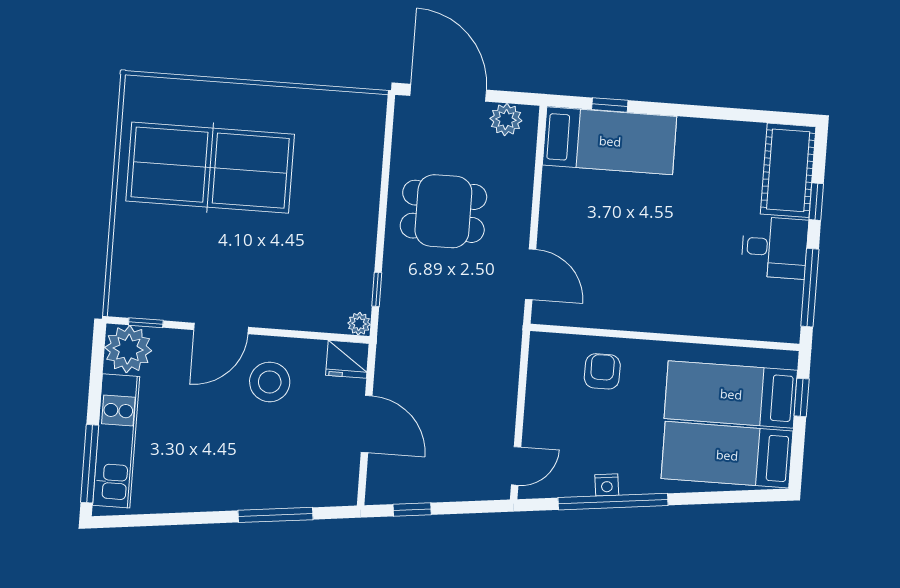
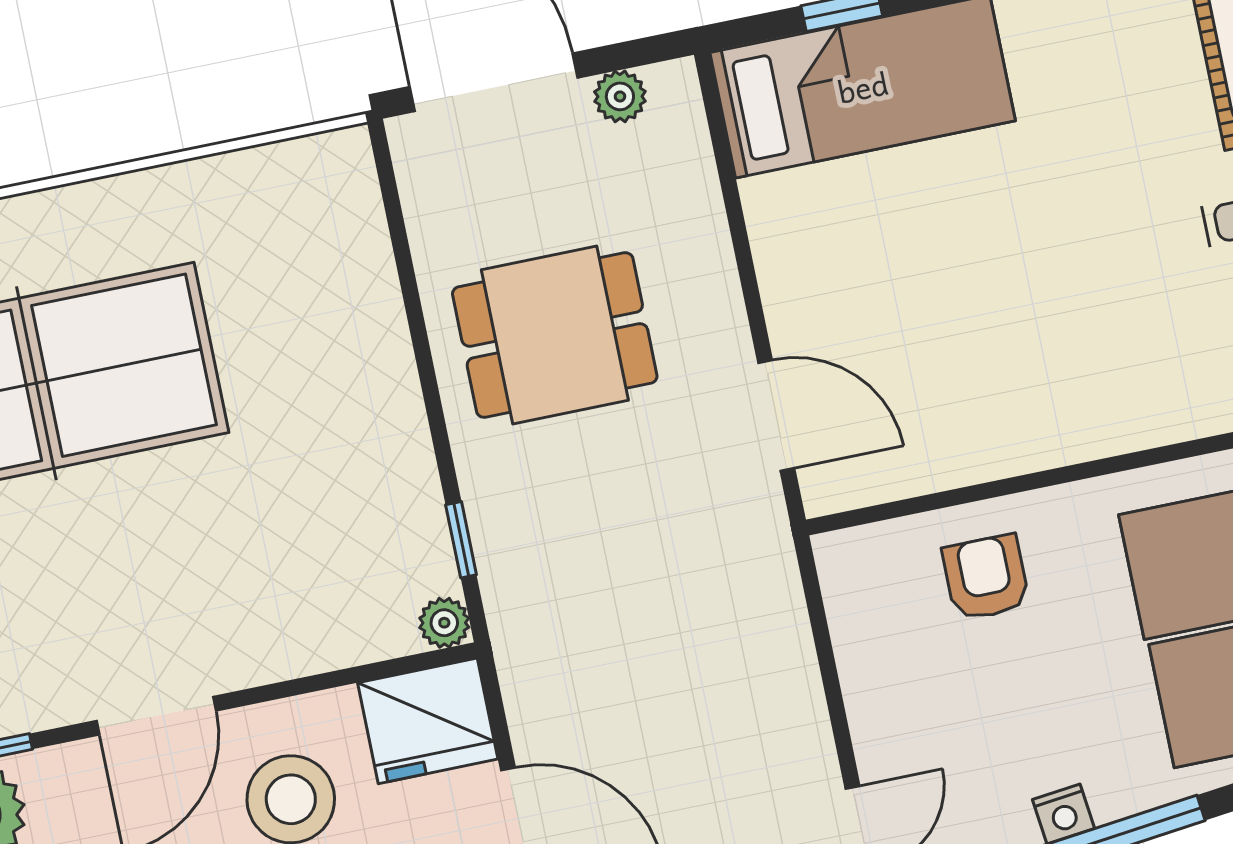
plant: (506, 120) -> (620, 96), width x0.73, depth x0.73
fridge: (347, 359) -> (428, 721), width x1.36, depth x1.34

